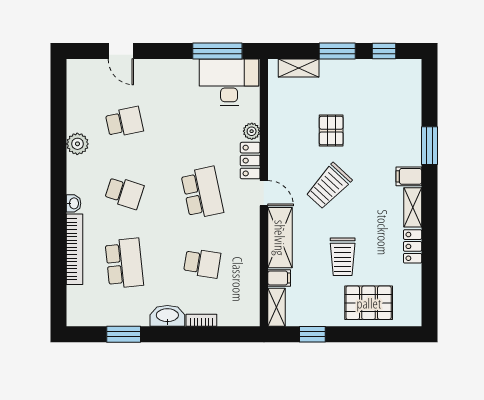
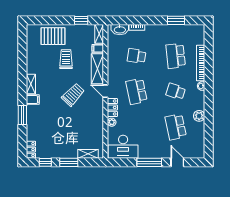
window: (217, 51) -> (149, 162), moved
school desk: (124, 122) -> (176, 127), width x1.85
pallet: (331, 131) -> (72, 123), removed
locker: (413, 246) -> (31, 150), moved
washbasin: (167, 316) -> (120, 30), moved

